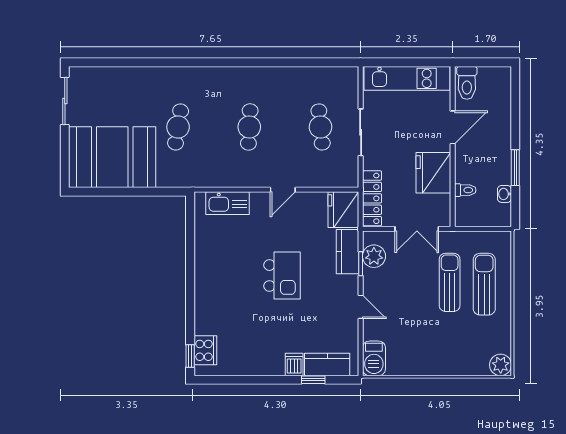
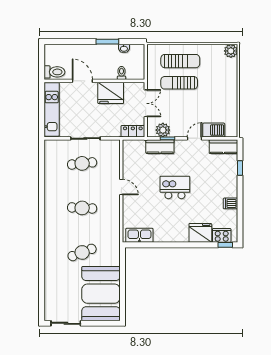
cafe table: (178, 127) -> (82, 252), turned -30
locker: (372, 198) -> (133, 131), width x0.66
kitchen sink: (227, 203) -> (139, 235), moved, turned -90
fridge: (343, 210) -> (200, 233), moved, turned 180
sun lounger: (484, 284) -> (180, 61), turned 180
barbecue: (374, 358) -> (214, 130), moved
dishwasher: (294, 364) -> (230, 203), moved
kitchen counter: (327, 364) -> (223, 147), moved, turned -90

